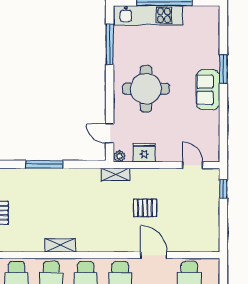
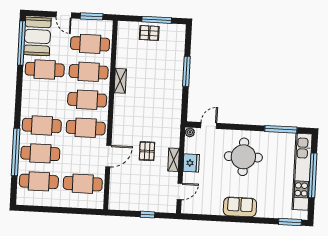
kitchen unit: (148, 15) -> (302, 172), width x1.36
window: (223, 69) -> (290, 222), moved
fridge: (144, 153) -> (191, 163), moved
shelving: (116, 174) -> (174, 160), moved
window: (223, 189) -> (147, 215), moved

